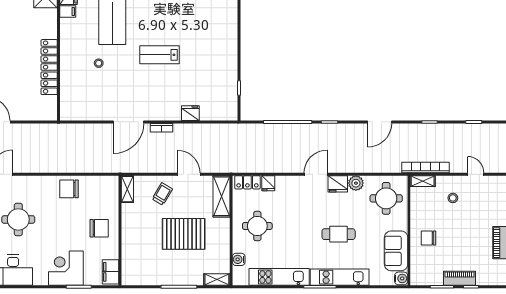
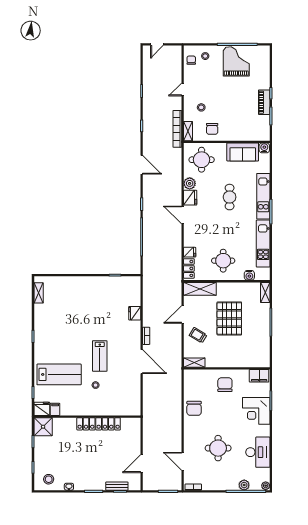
lab bench: (159, 55) -> (100, 356), moved
chair: (428, 238) -> (212, 129), moved

